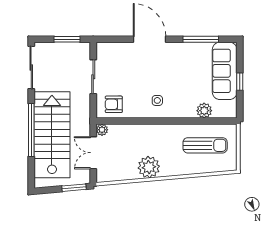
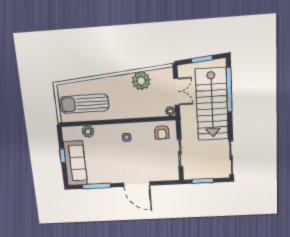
armchair: (114, 104) -> (162, 132), turned 90
window: (31, 130) -> (229, 90), moved
sun lounger: (205, 145) -> (84, 104), width x1.36, depth x1.34
plant: (149, 167) -> (141, 81), moved
window: (74, 188) -> (202, 59), moved

